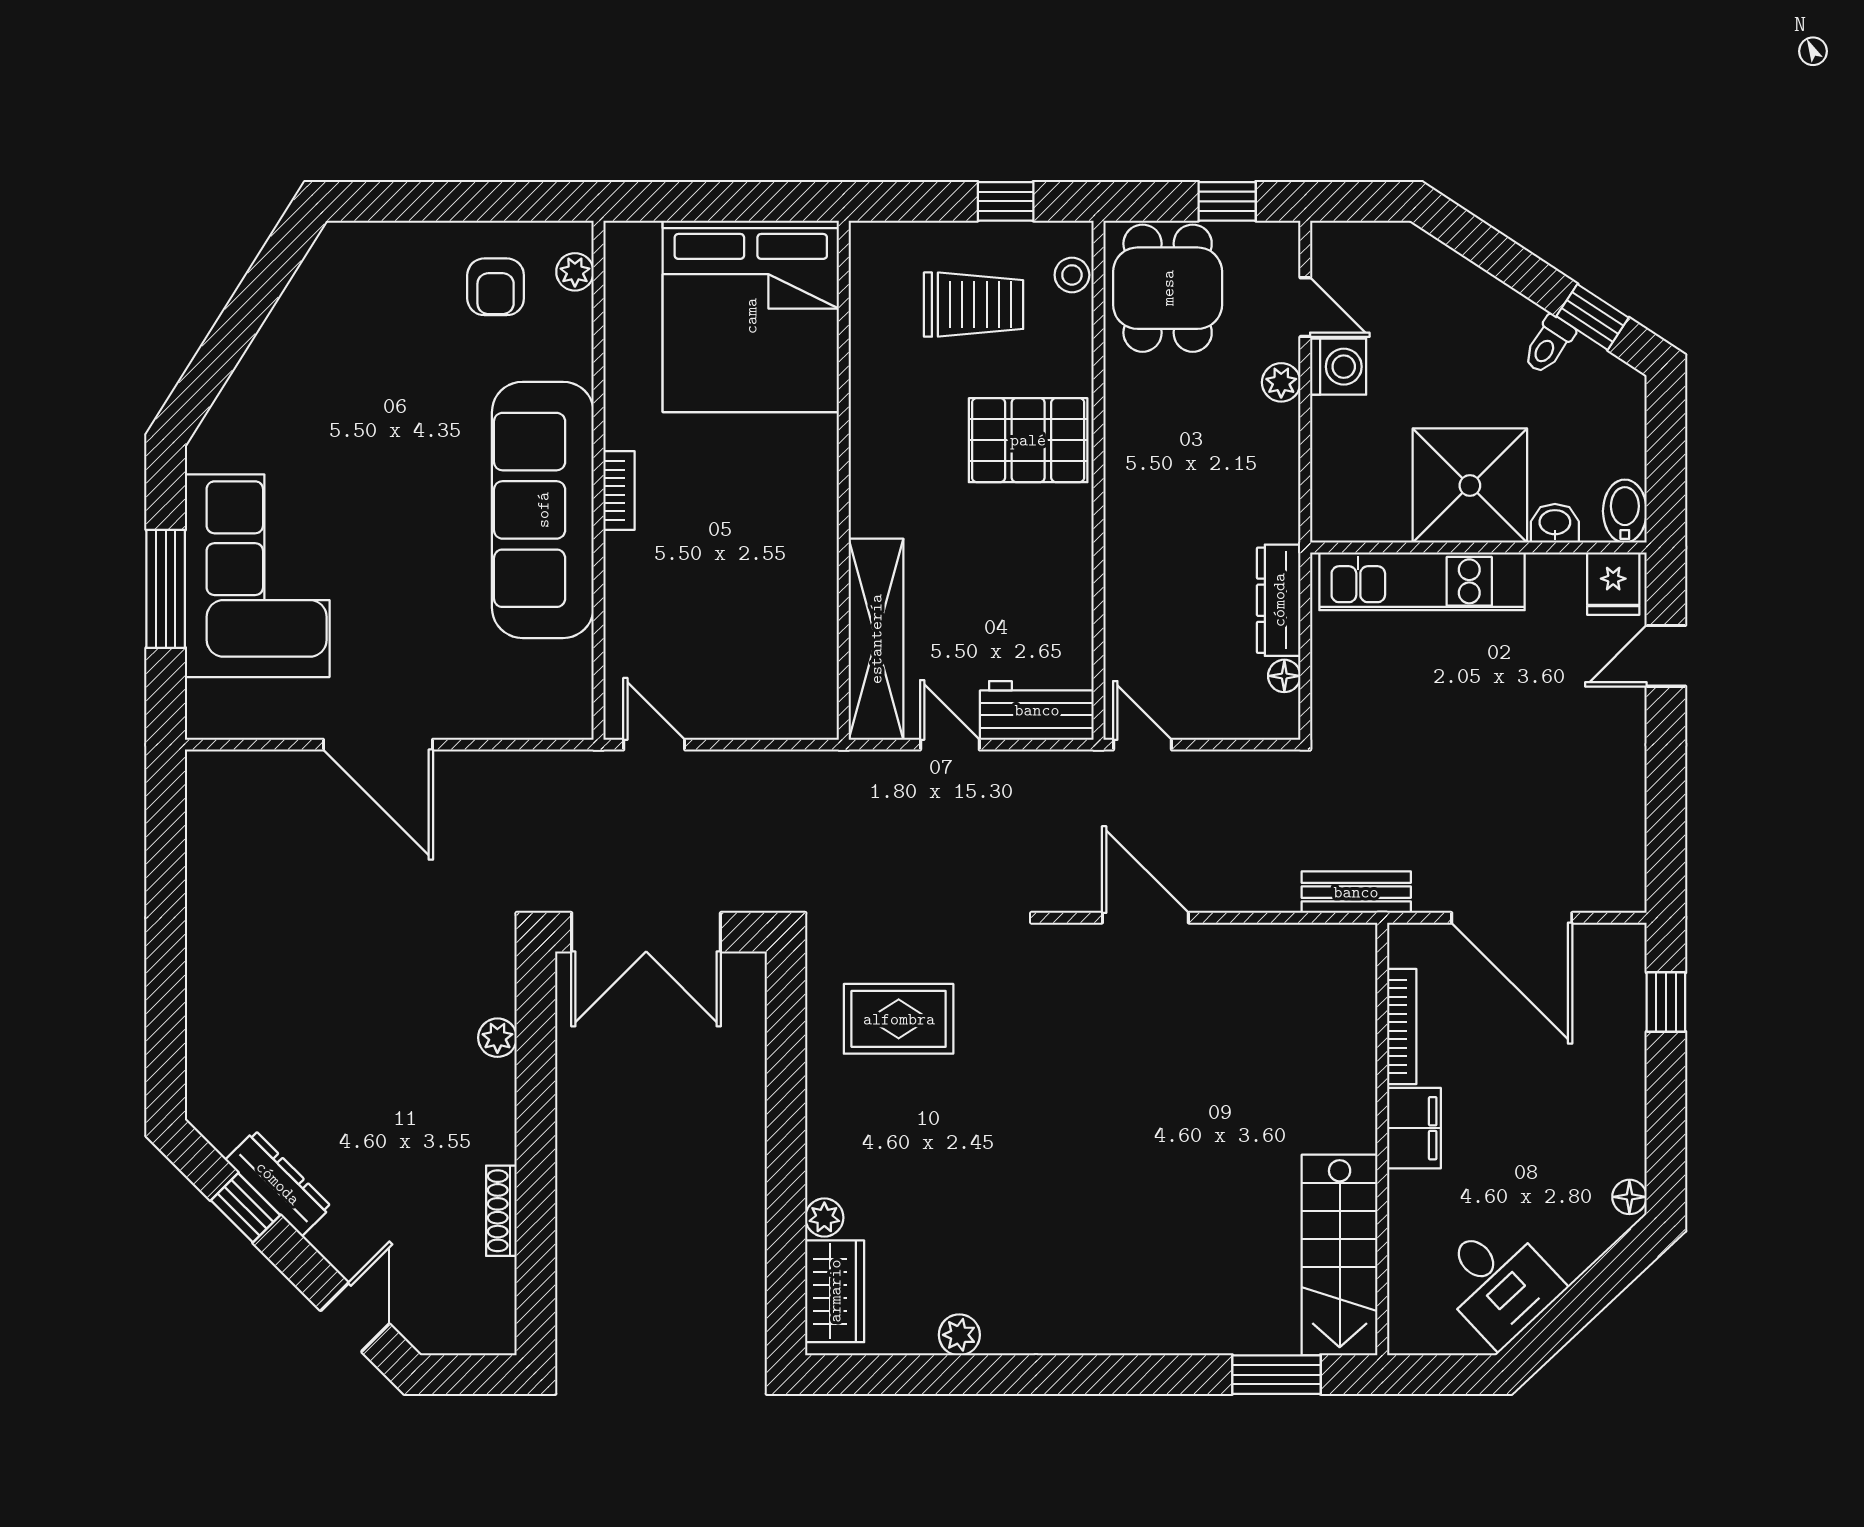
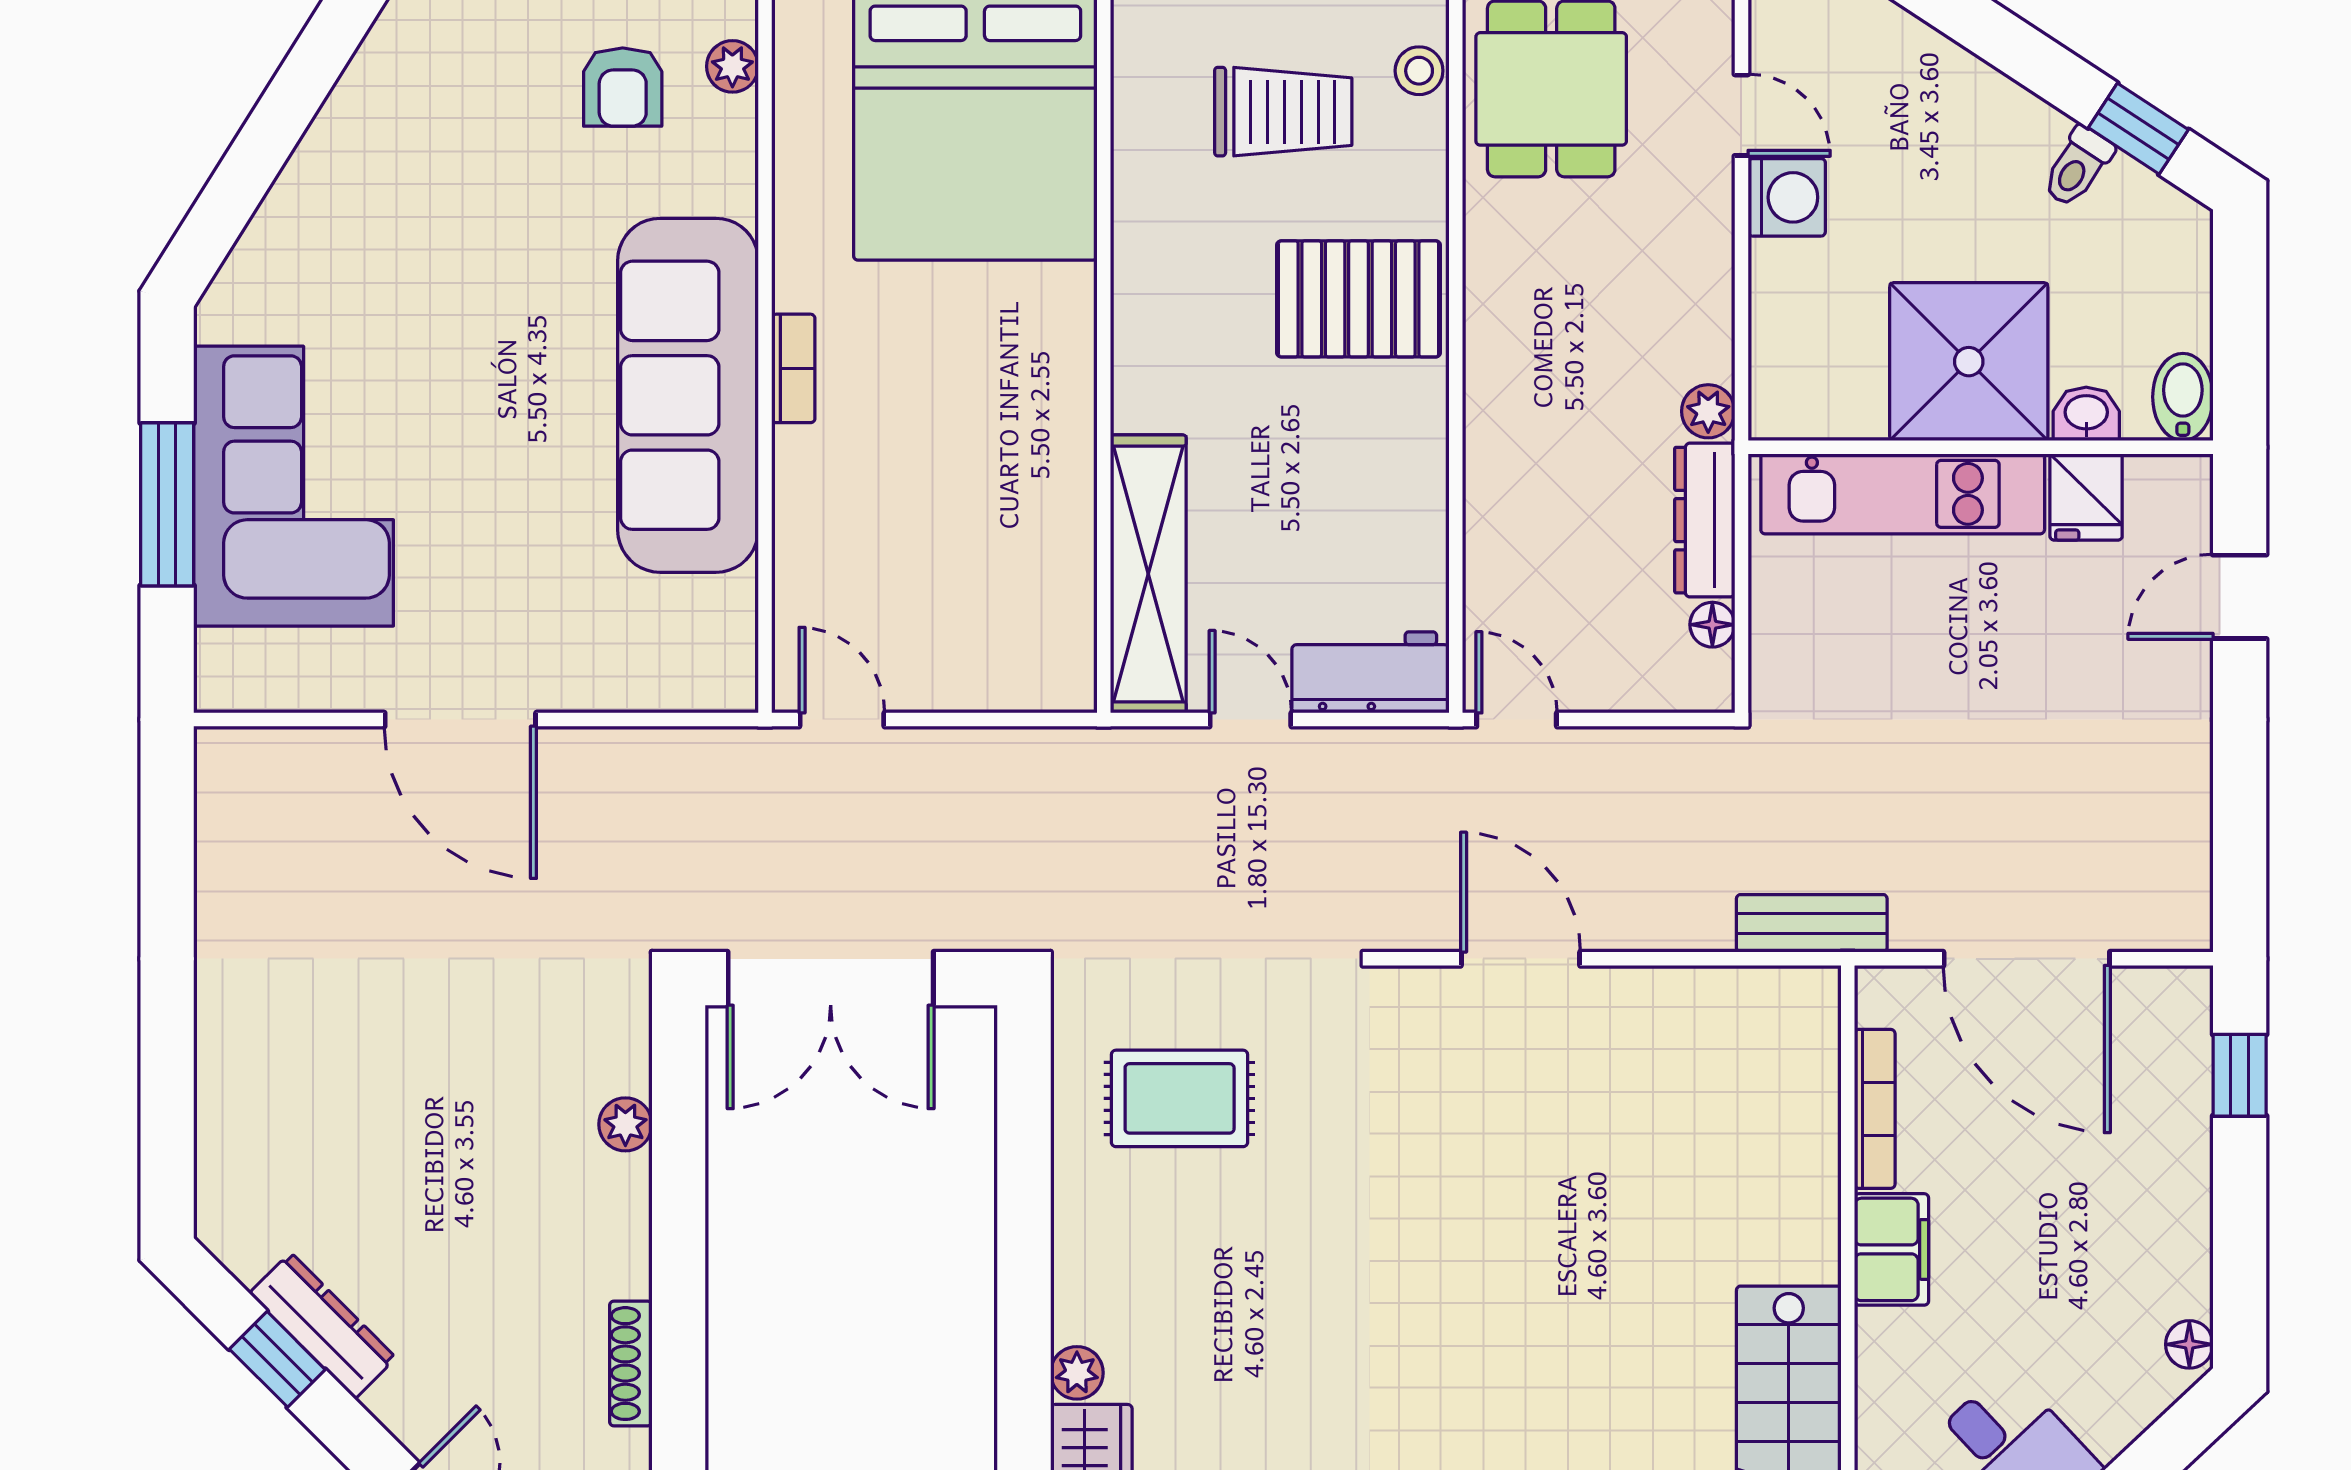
plant: (1281, 382) -> (1708, 411), moved
fridge: (1613, 584) -> (2086, 497), moved

